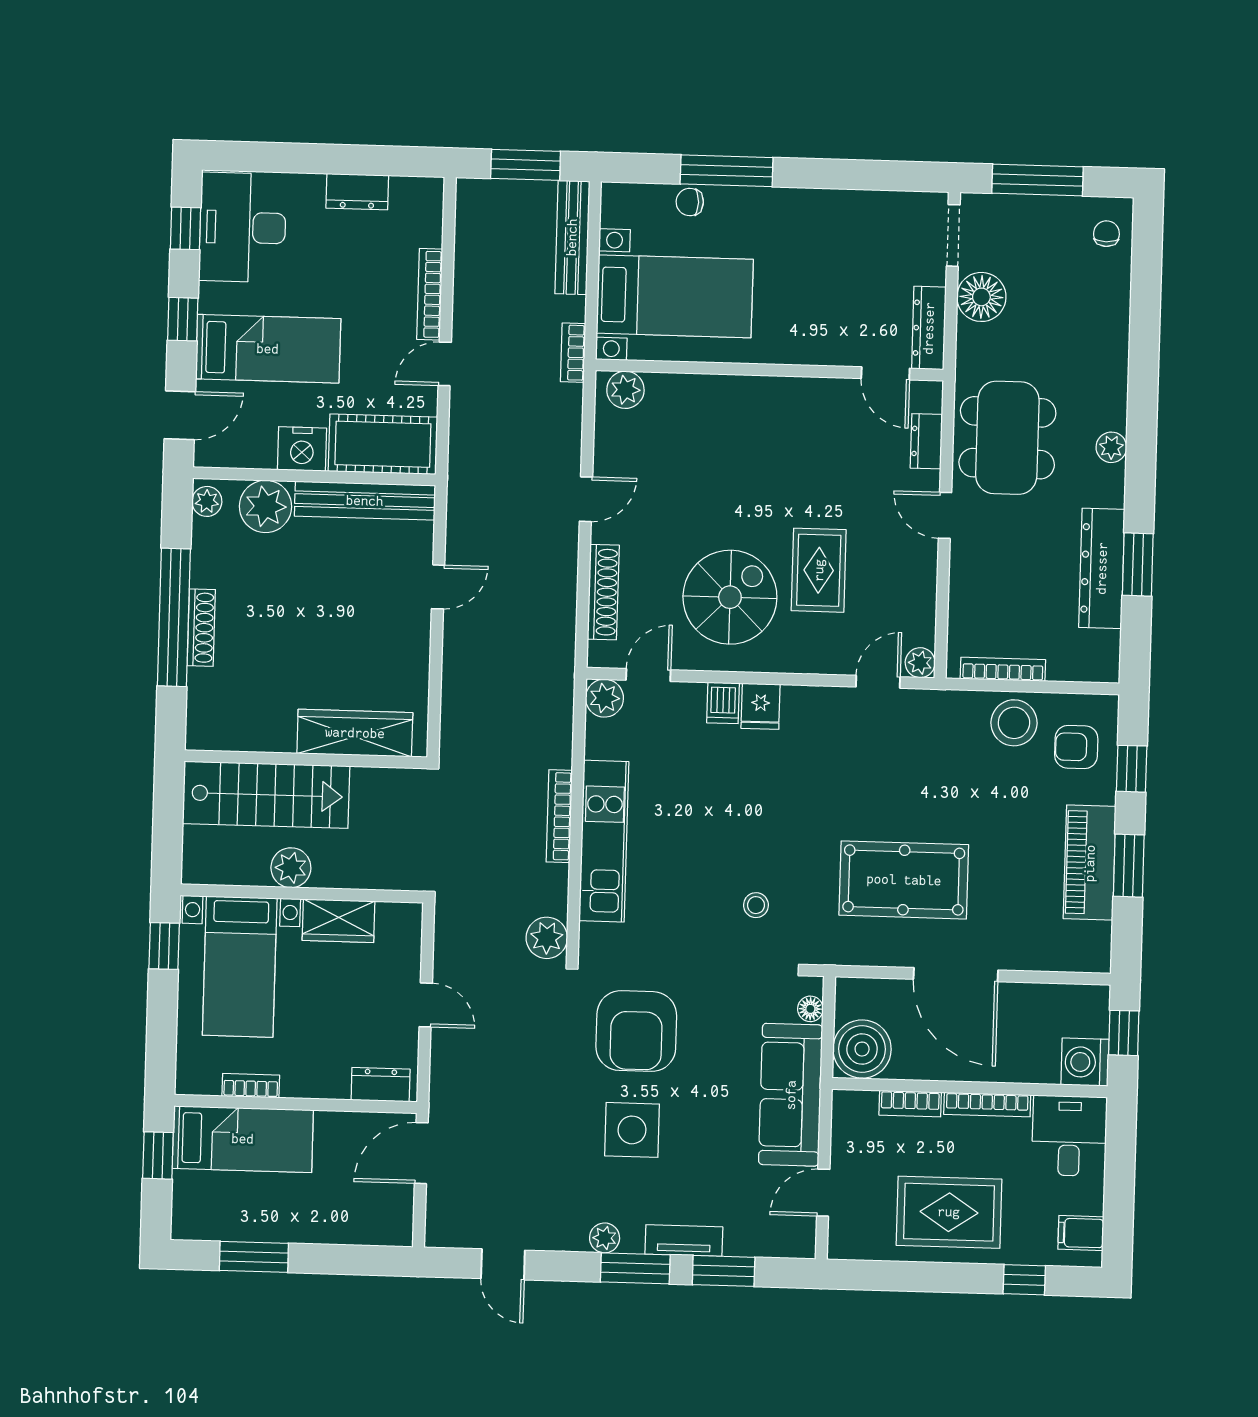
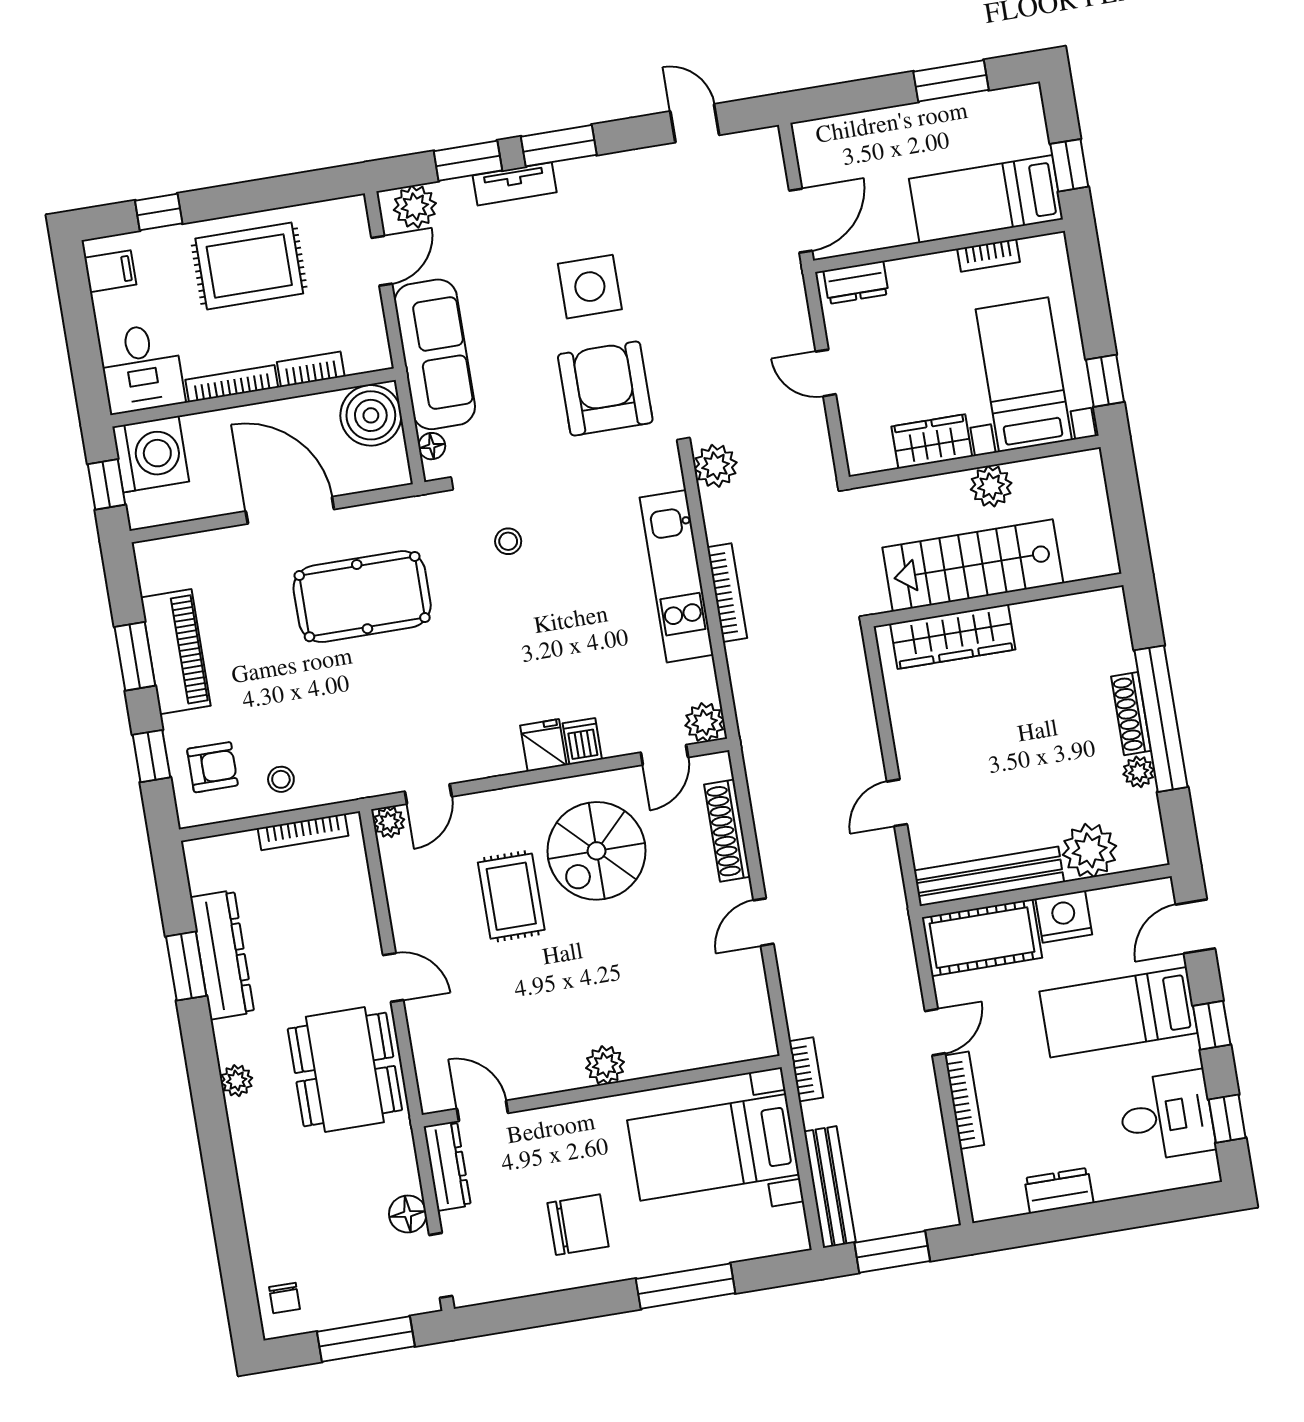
chair: (690, 202) -> (578, 1225), moved, width x1.87, depth x1.87
desk: (243, 227) -> (1166, 1116), width x0.73
floor lamp: (981, 297) -> (408, 1214), width x0.73, depth x0.73
plant: (625, 390) -> (605, 1065), moved
dresser: (926, 441) -> (427, 1050), removed
plant: (207, 501) -> (1139, 772), moved
stool: (1014, 723) -> (281, 779), width x0.53, depth x0.53
stairs: (266, 795) -> (973, 565), moved
washing machine: (1085, 1062) -> (151, 454), width x1.37, depth x1.37
plant: (605, 1238) -> (415, 207), moved, width x1.38, depth x1.38

